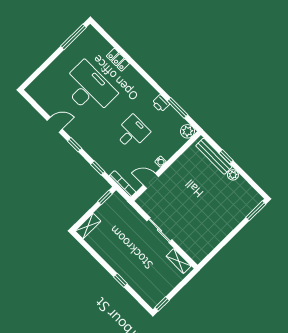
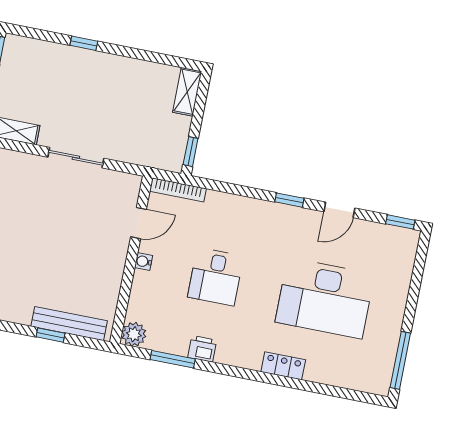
locker: (118, 60) -> (283, 366), moved
window: (98, 168) -> (400, 222), moved
plant: (233, 175) -> (22, 315), removed

